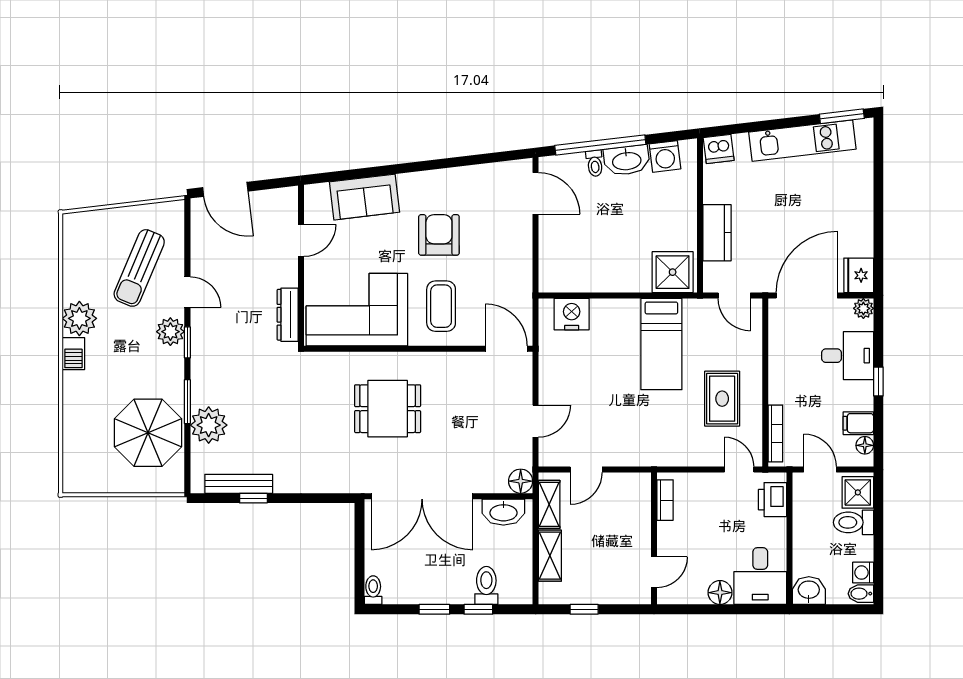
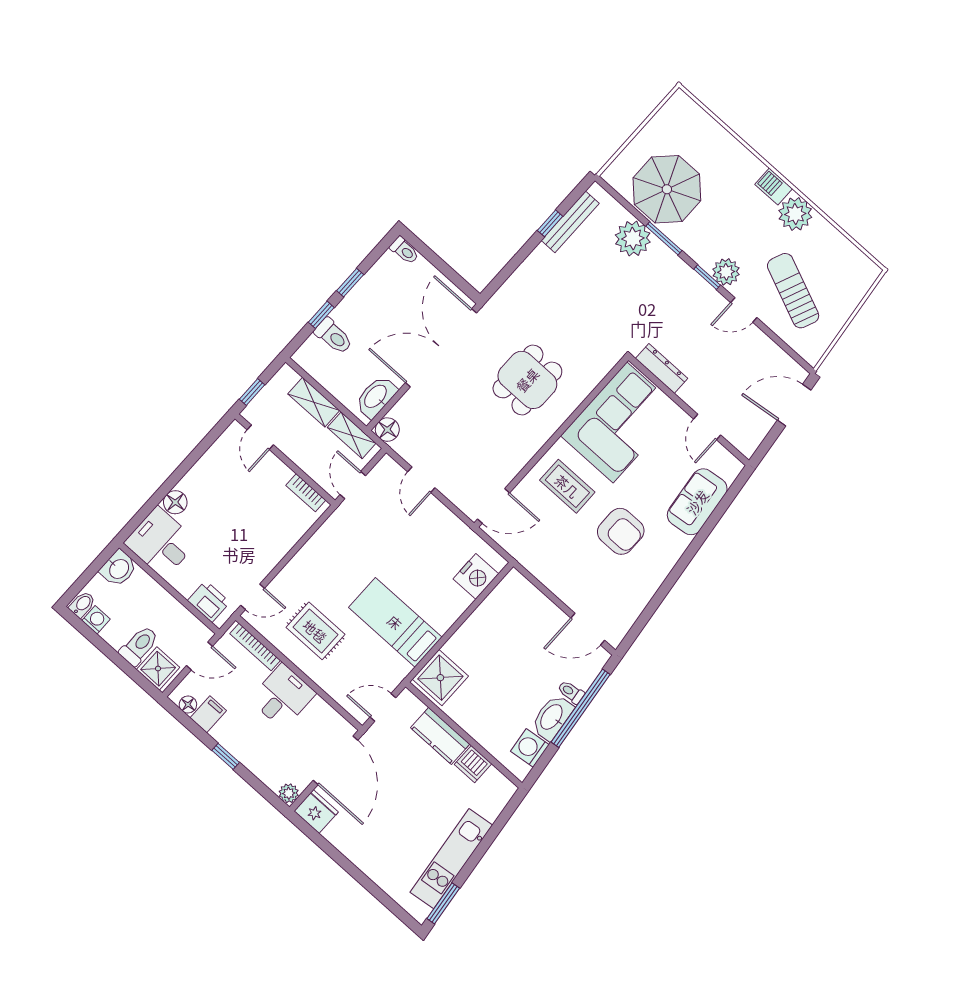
dishwasher: (719, 149) -> (473, 764), moved, turned -83
desk: (848, 356) -> (283, 696), moved, turned 180
bookcase: (665, 500) -> (306, 493), moved
wall: (654, 538) -> (285, 459), moved
door: (654, 572) -> (260, 437), moved

